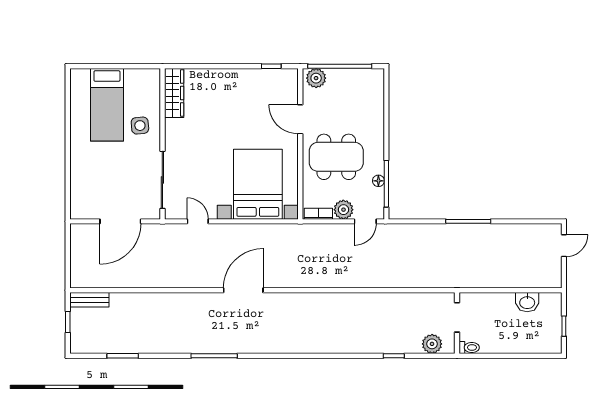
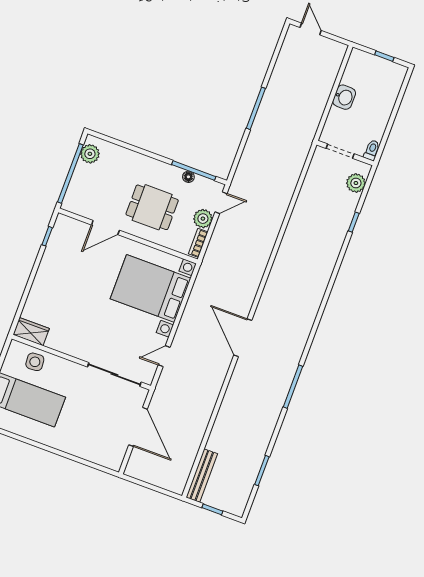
plant: (316, 78) -> (90, 154), moved
wardrobe: (174, 93) -> (31, 332), width x0.67
side table: (140, 126) -> (35, 362), moved
dining table: (336, 157) -> (152, 207), width x0.73
door: (365, 221) -> (221, 203), hinge flipped
bench: (89, 300) -> (202, 476), width x1.36
washbasin: (527, 302) -> (344, 97), moved

